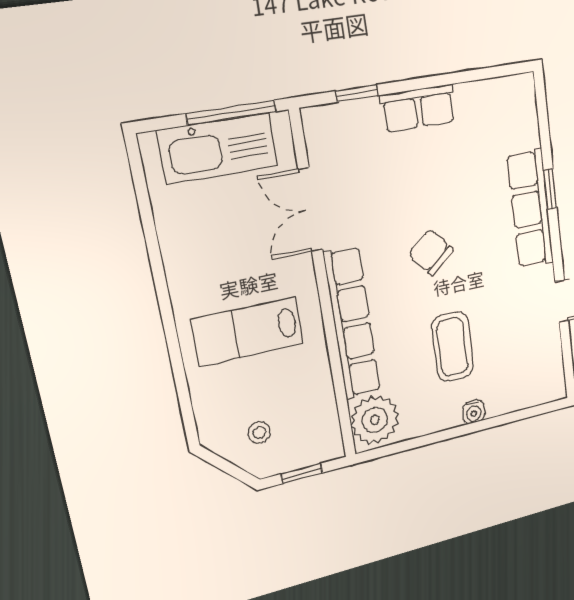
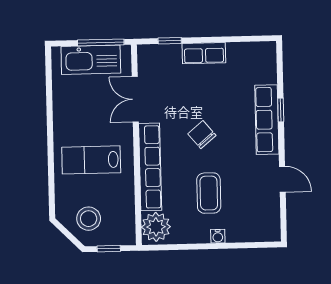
stool: (259, 433) -> (89, 219), width x1.89, depth x1.89

